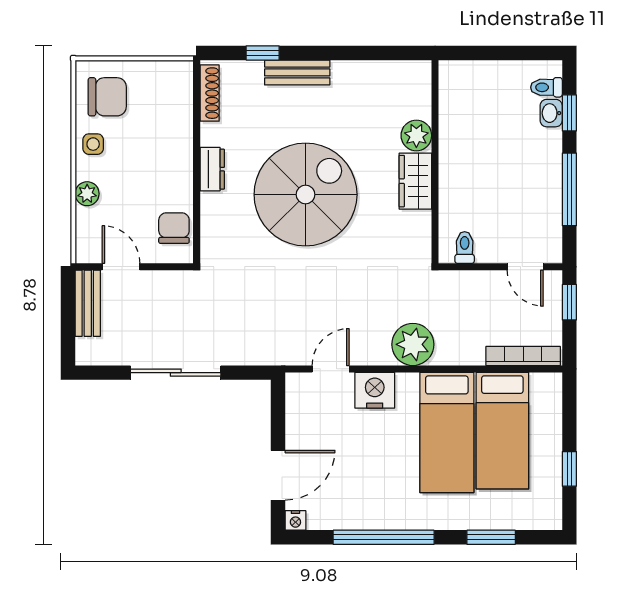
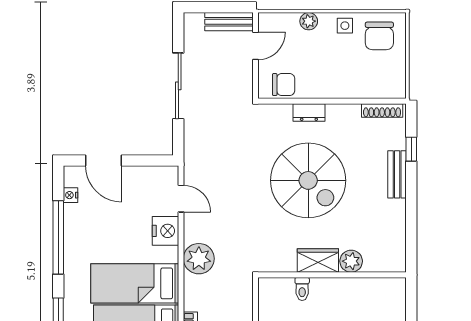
dresser: (212, 169) -> (309, 112), moved
toilet: (465, 247) -> (302, 289), moved, turned 90
nightstand: (295, 520) -> (71, 195), moved

